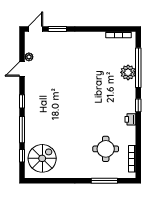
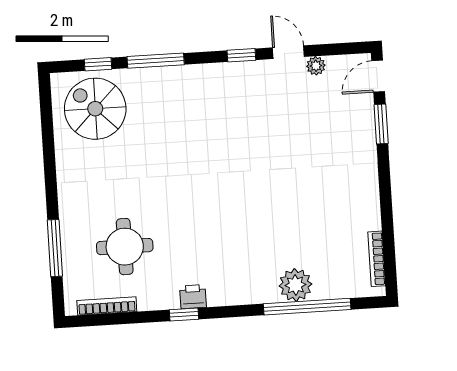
door: (36, 29) -> (378, 76), swing flipped
window: (22, 101) -> (241, 55), moved
window: (138, 105) -> (184, 314), moved
spiral stairs: (42, 158) -> (95, 109), turned 180

